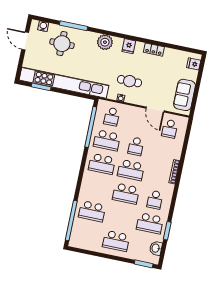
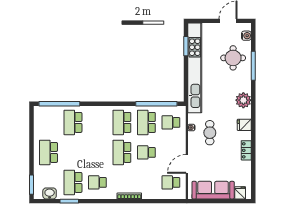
sofa: (185, 95) -> (213, 190), width x1.36
school desk: (126, 194) -> (97, 152), removed

